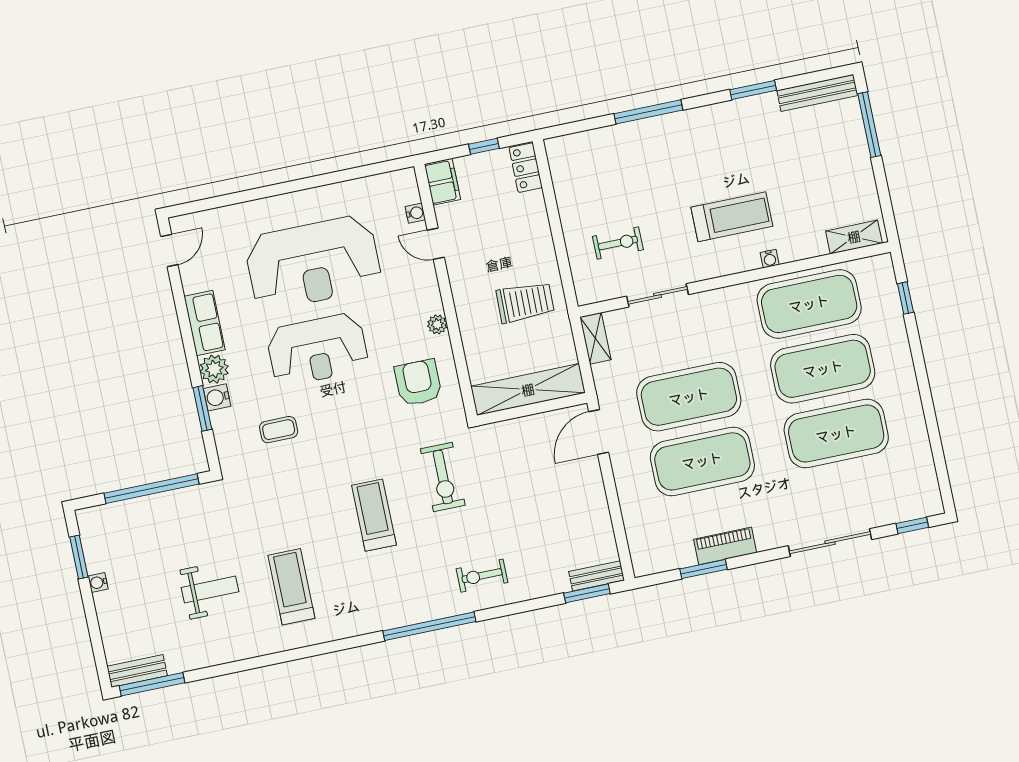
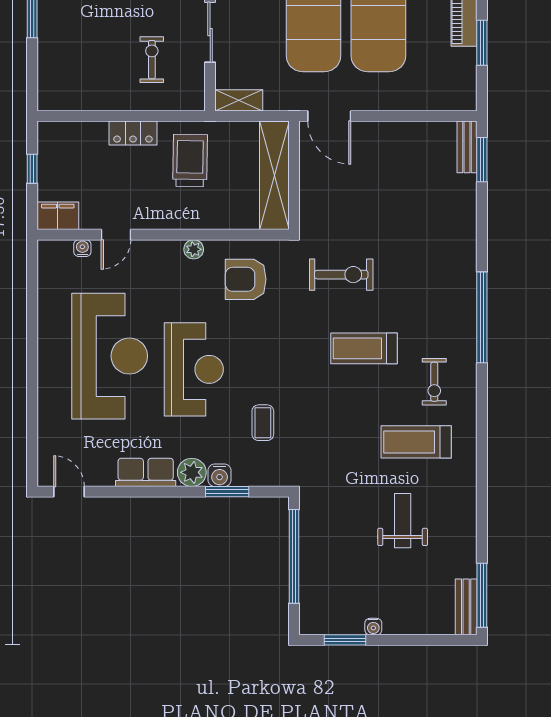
locker: (526, 168) -> (133, 133), moved
exercise bike: (482, 576) -> (434, 382), moved

